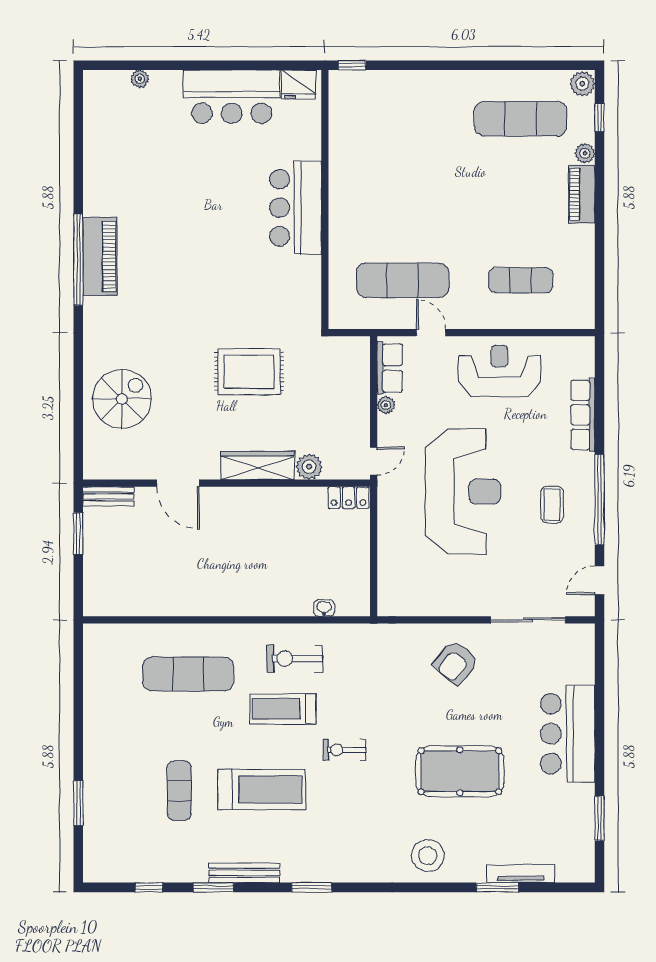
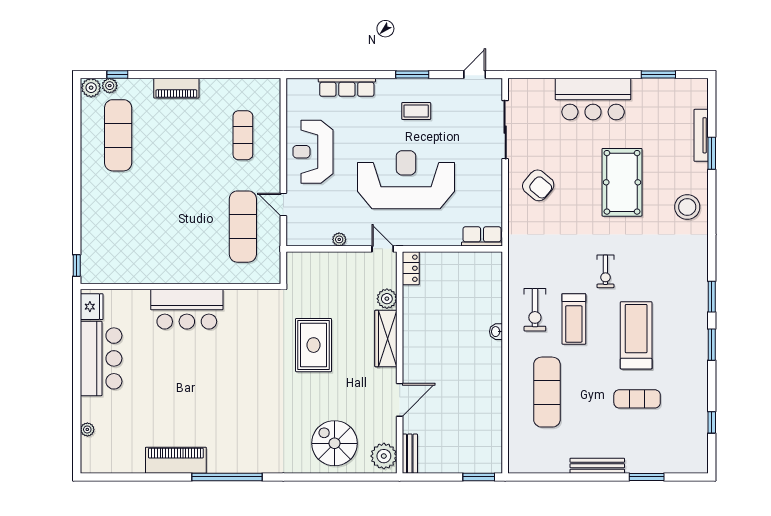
plant: (585, 153) -> (110, 86), moved
piano: (100, 256) -> (176, 460), moved
door: (431, 333) -> (283, 204), hinge flipped
row of seats: (390, 368) -> (482, 236), moved
plant: (105, 463) -> (384, 456), added
window: (599, 500) -> (412, 74), width x0.47
window: (78, 533) -> (479, 477), moved
door: (599, 580) -> (475, 74), swing flipped
washbasin: (324, 608) -> (496, 332), moved
bench: (244, 873) -> (597, 466), moved, turned 90
window: (214, 887) -> (712, 345), moved

